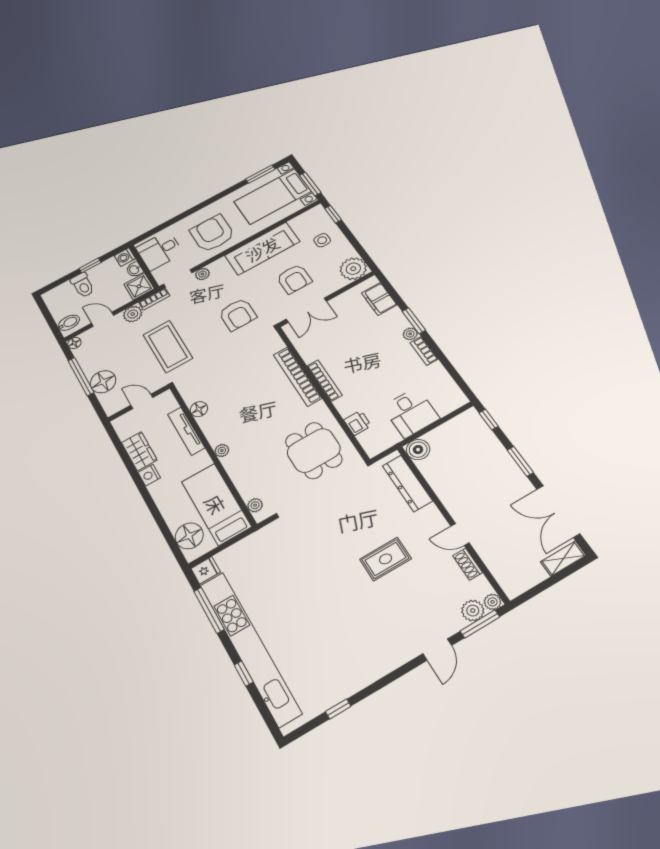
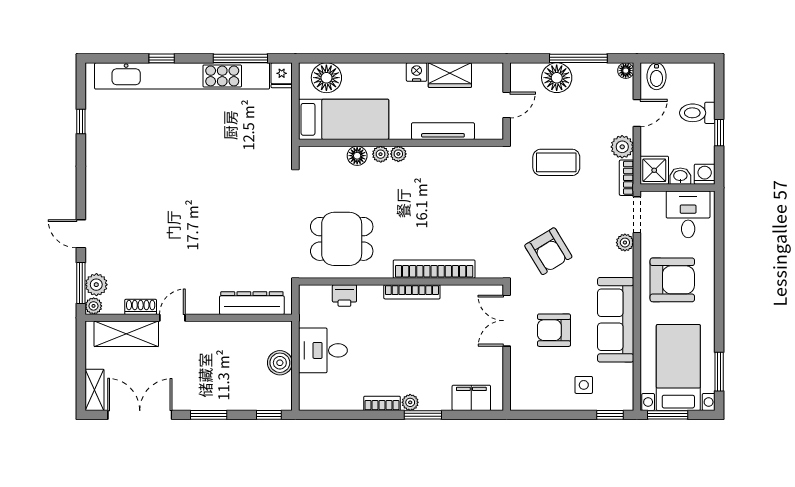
plant: (353, 269) -> (526, 395), removed
armchair: (238, 314) -> (548, 251), turned -121
coffee table: (168, 346) -> (556, 162), width x0.73, depth x0.76
floor lamp: (199, 409) -> (357, 156), moved
boiler: (418, 450) -> (280, 363), moved
plant: (255, 505) -> (381, 154), moved
rug: (386, 559) -> (191, 240), removed
shelving: (498, 562) -> (126, 334), added

